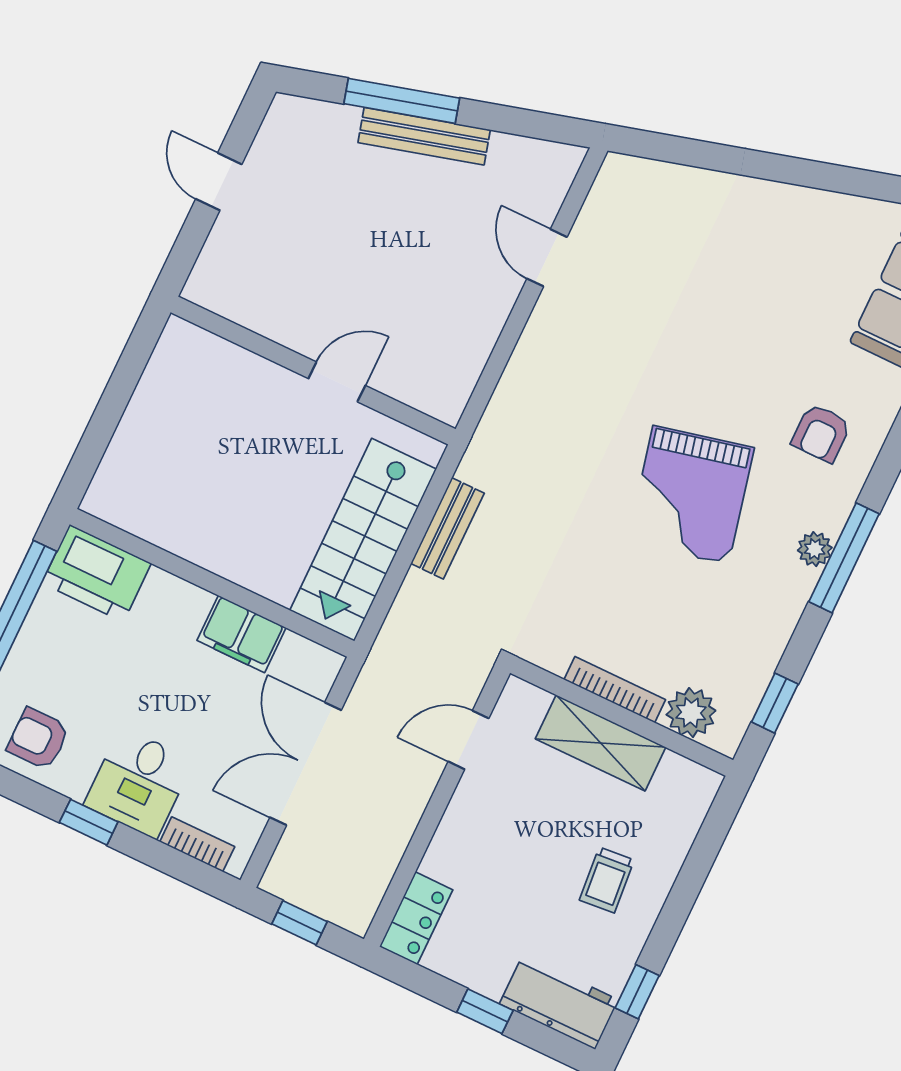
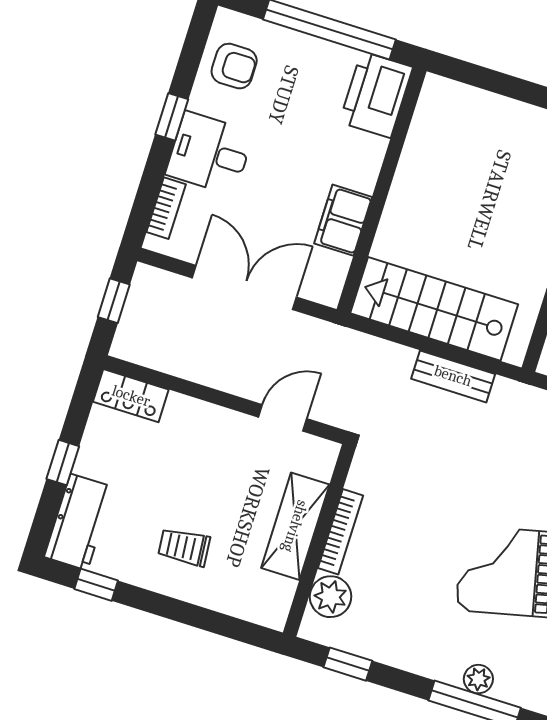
armchair: (38, 739) -> (234, 66), turned 90
door: (468, 740) -> (283, 418), hinge flipped

